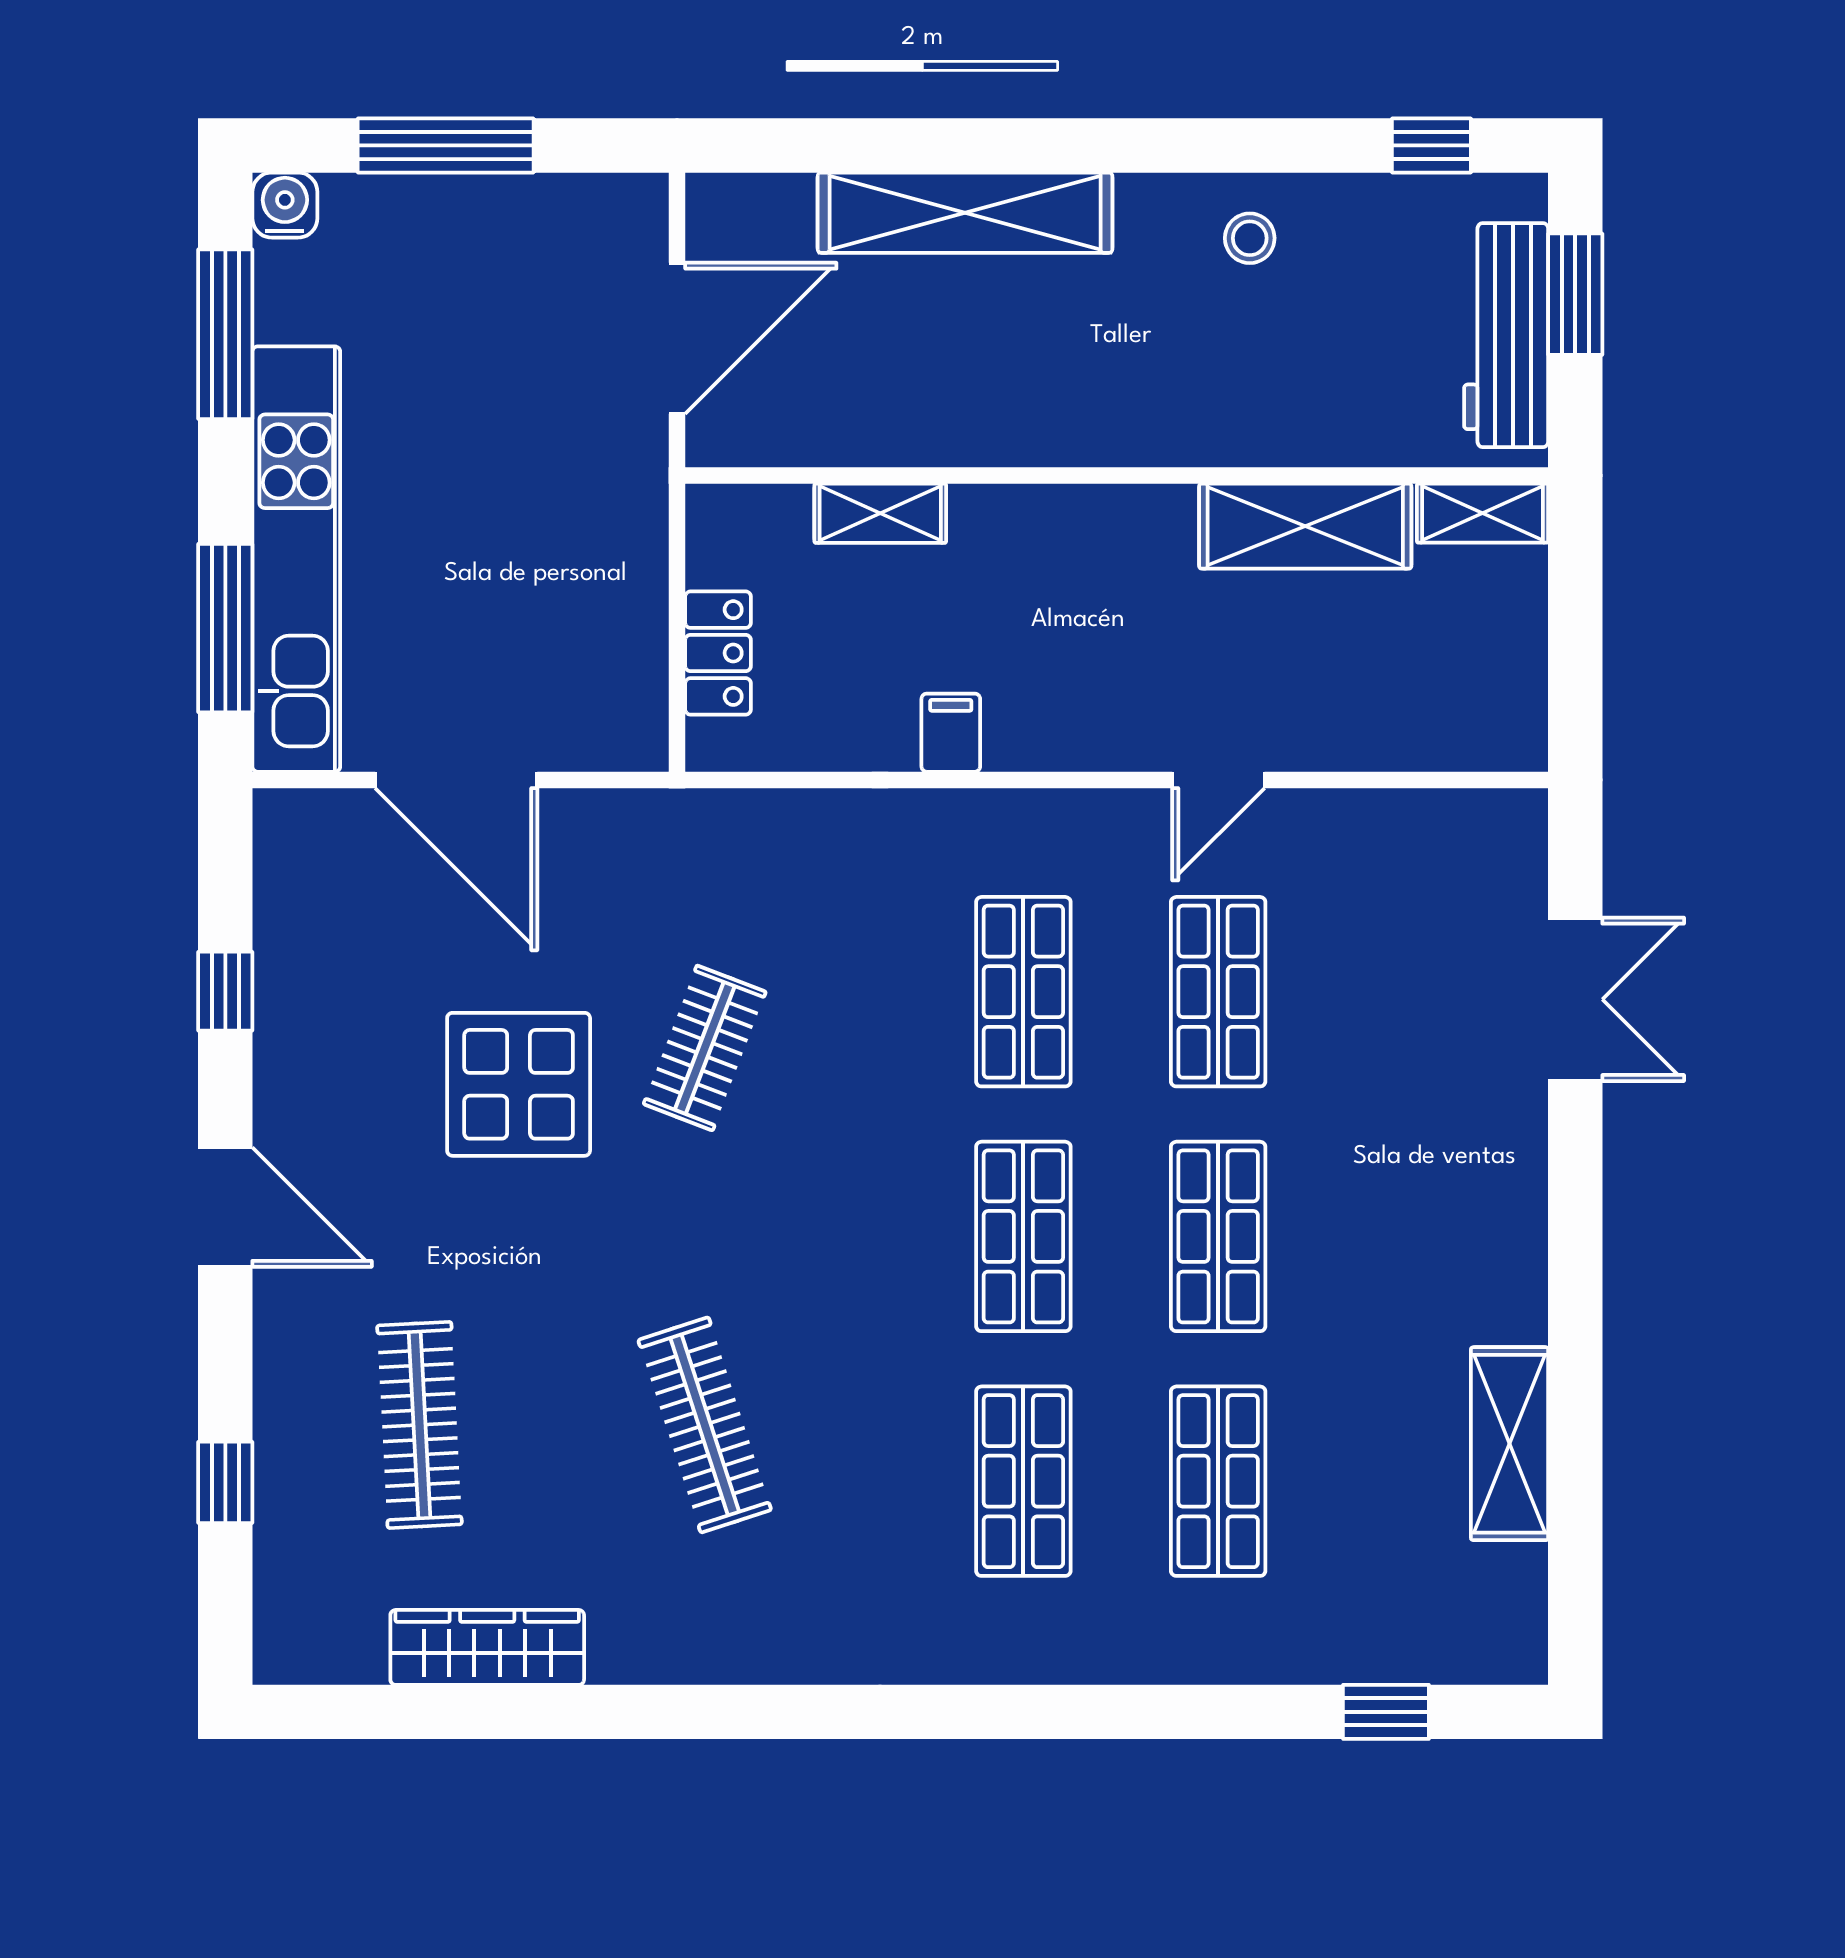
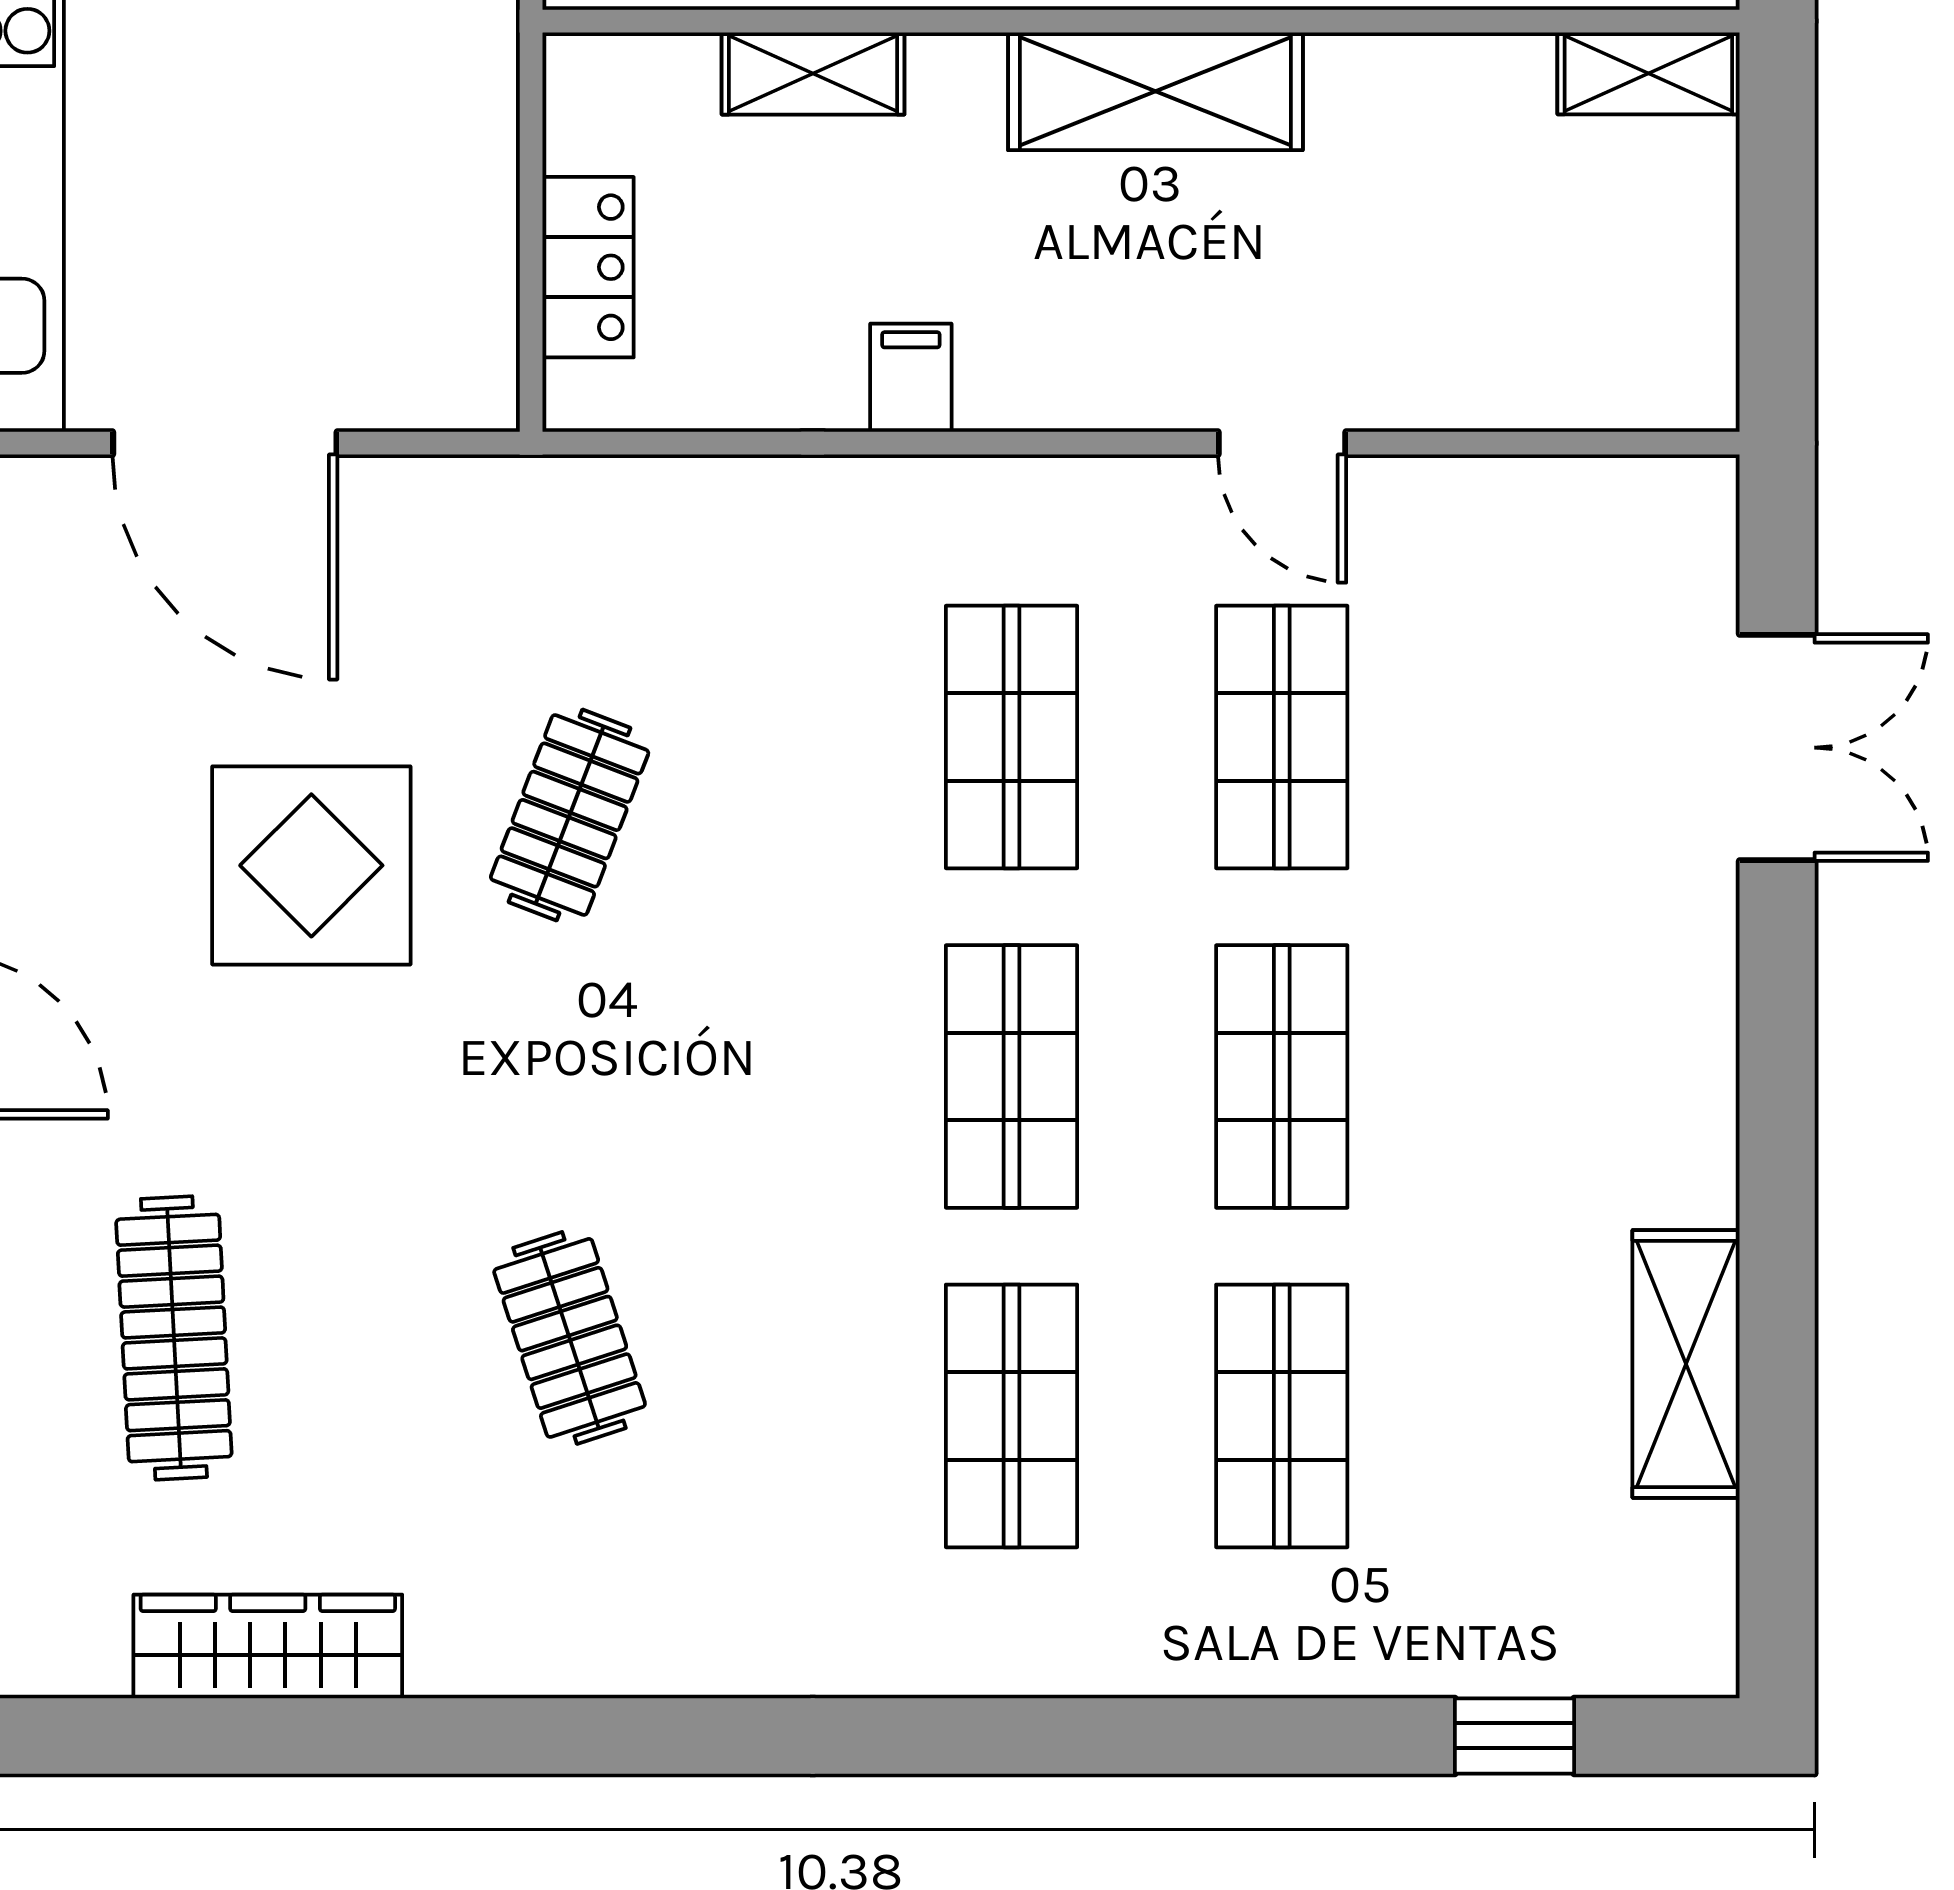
shelving: (1305, 526) -> (1155, 91), moved
door: (1218, 780) -> (1282, 443), hinge flipped
clothes rail: (705, 1425) -> (570, 1338), width x0.73

